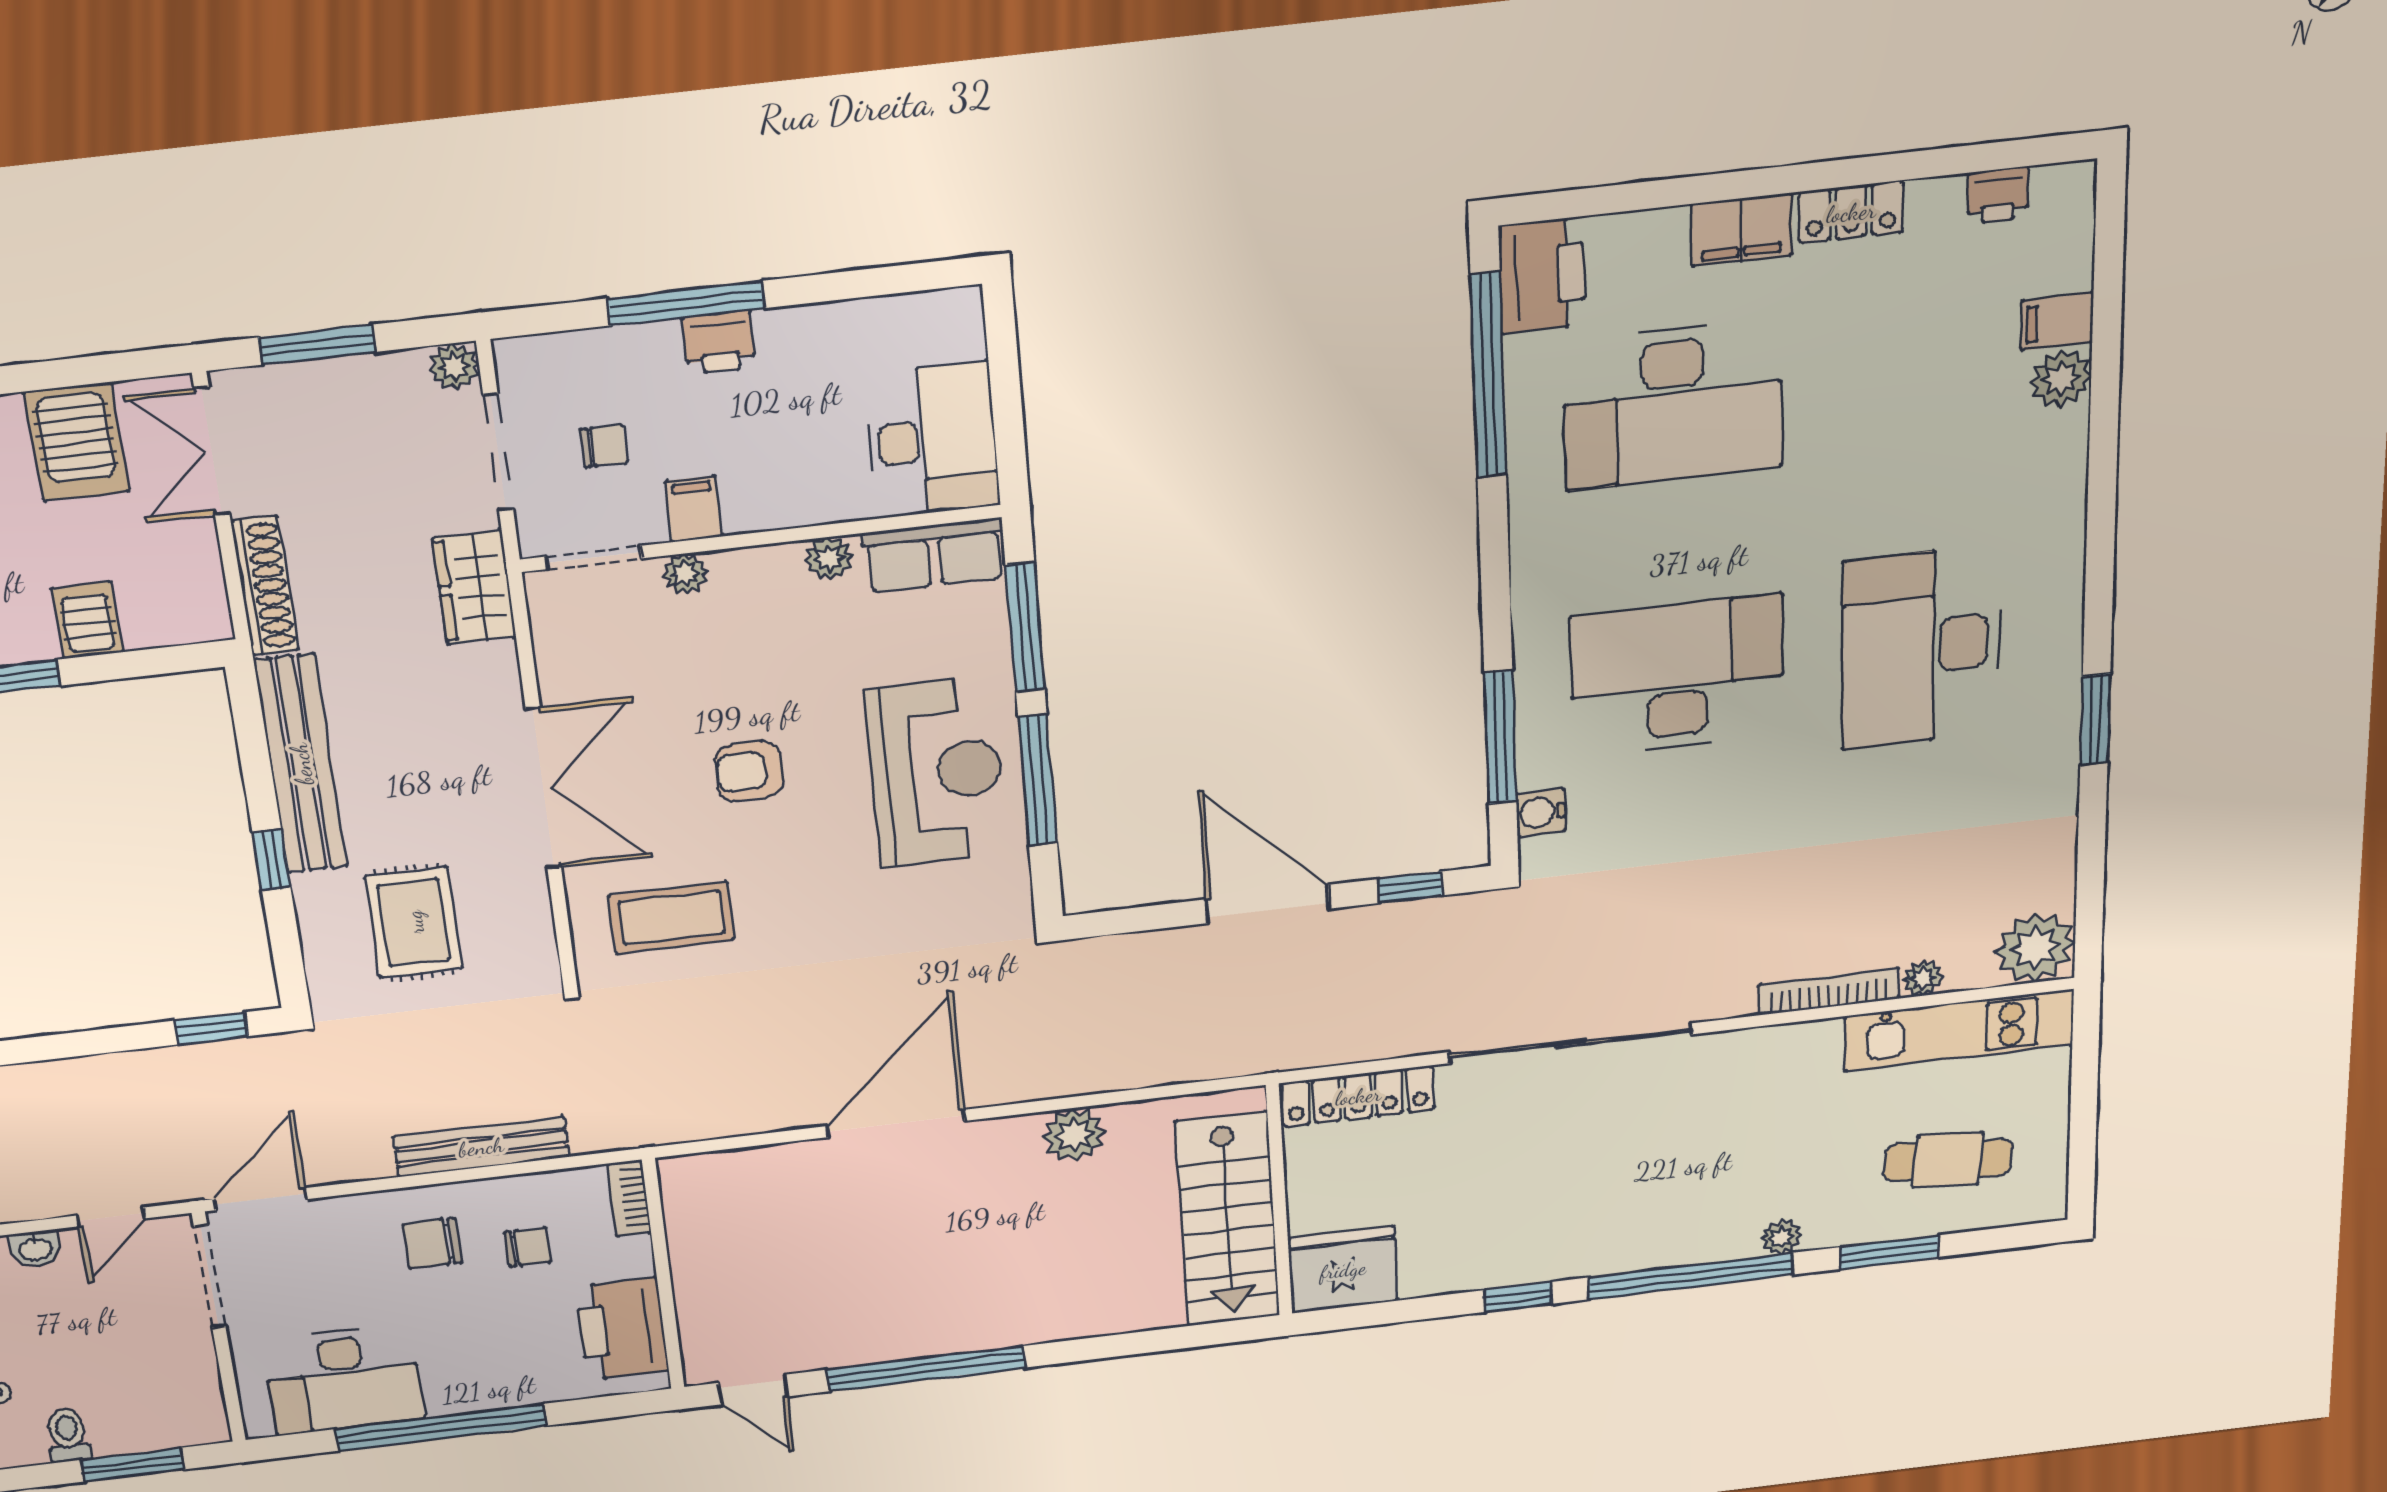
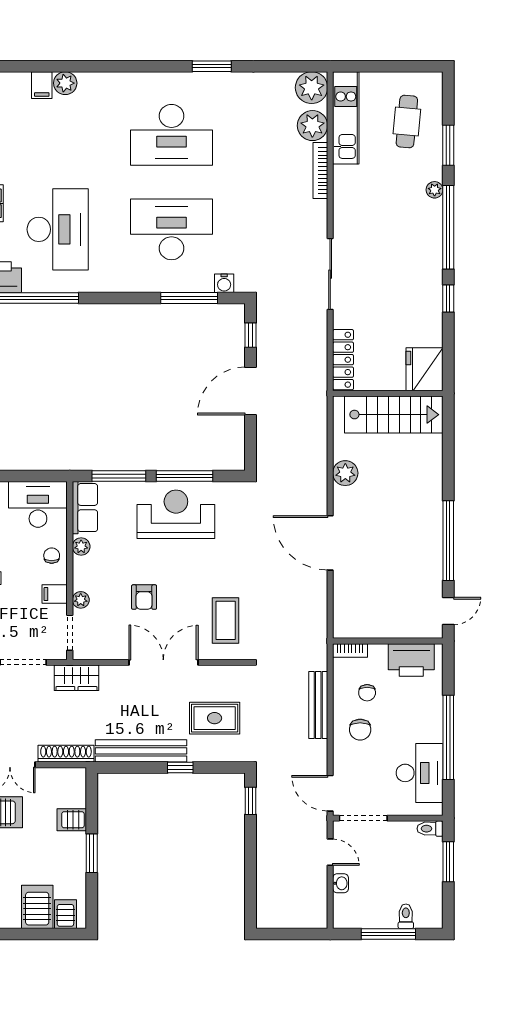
chair: (604, 446) -> (52, 556), moved
desk: (1677, 676) -> (172, 229), turned 90
armchair: (749, 771) -> (144, 597), moved
plant: (1923, 978) -> (312, 126), width x1.88, depth x1.88
sliding door: (1570, 1043) -> (330, 274), width x0.73
chair: (528, 1247) -> (367, 693), turned 180
toilet: (68, 1435) -> (430, 829), moved

